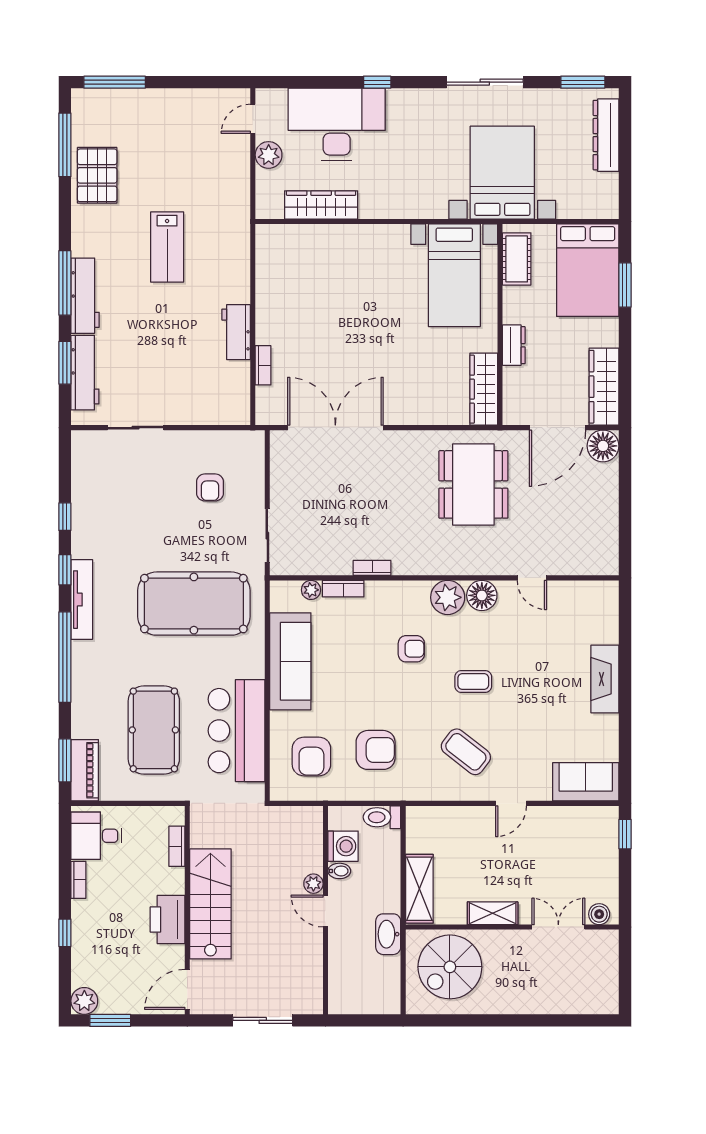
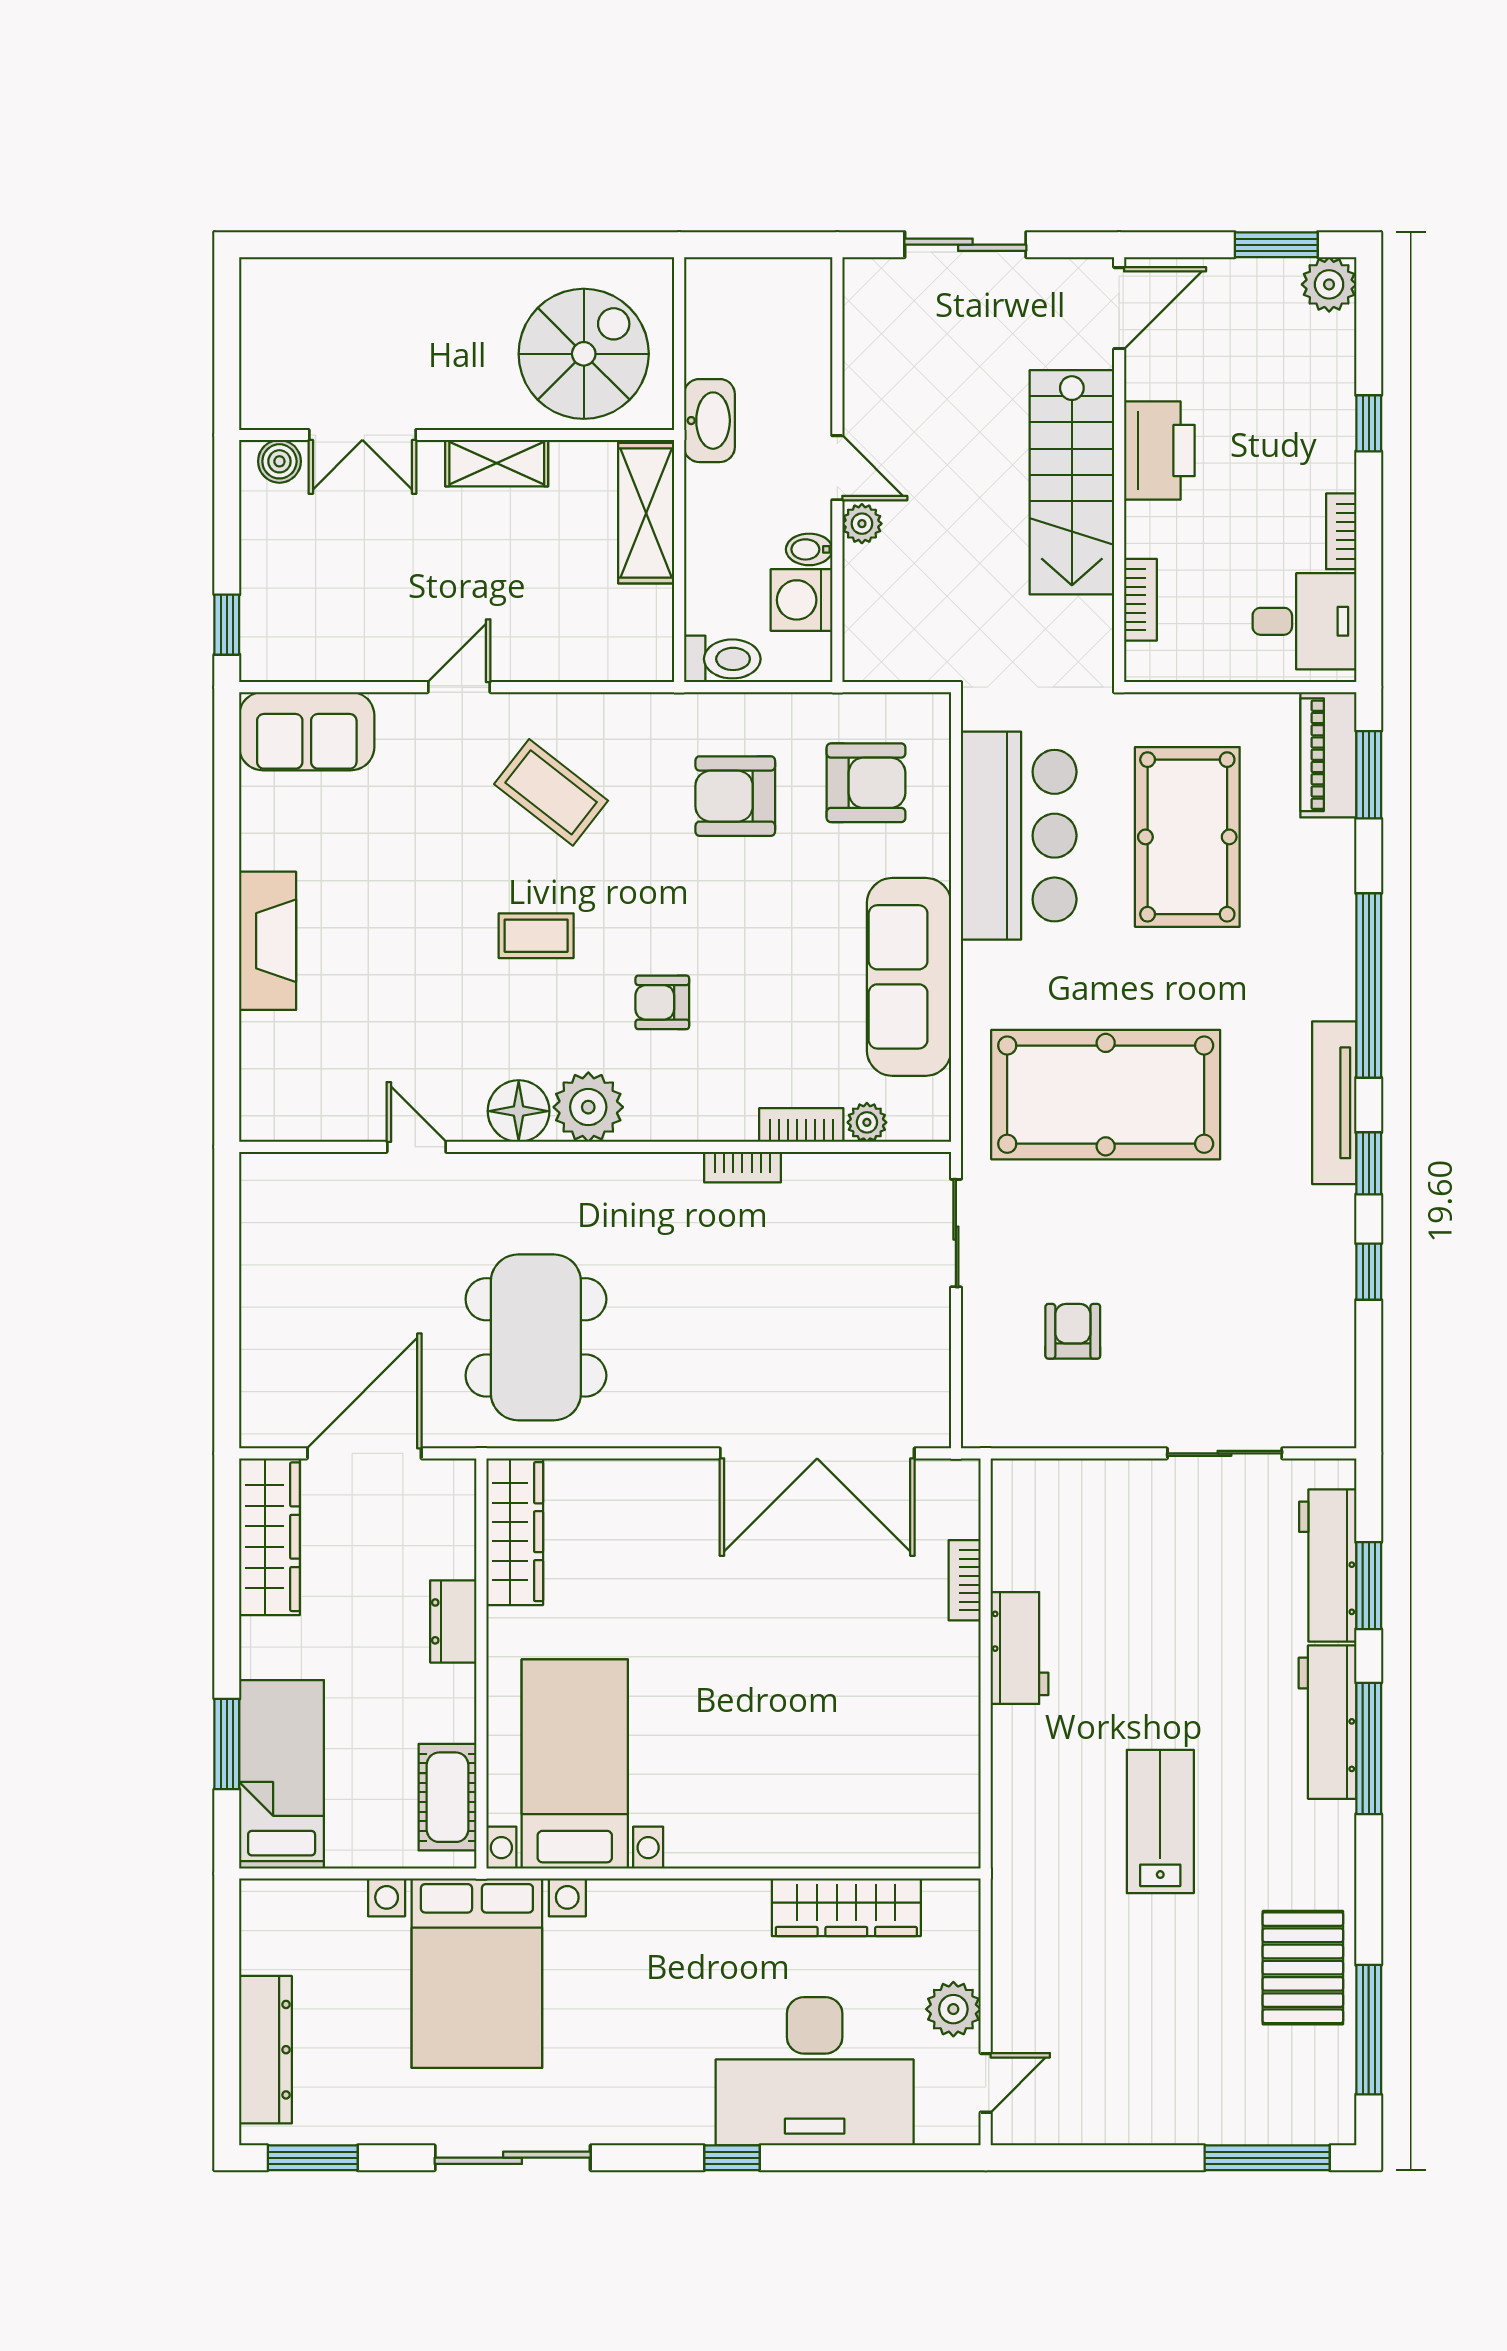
bed: (588, 270) -> (282, 1774), width x0.67
floor lamp: (603, 446) -> (272, 1416), removed
armchair: (311, 757) -> (866, 783), turned 90

